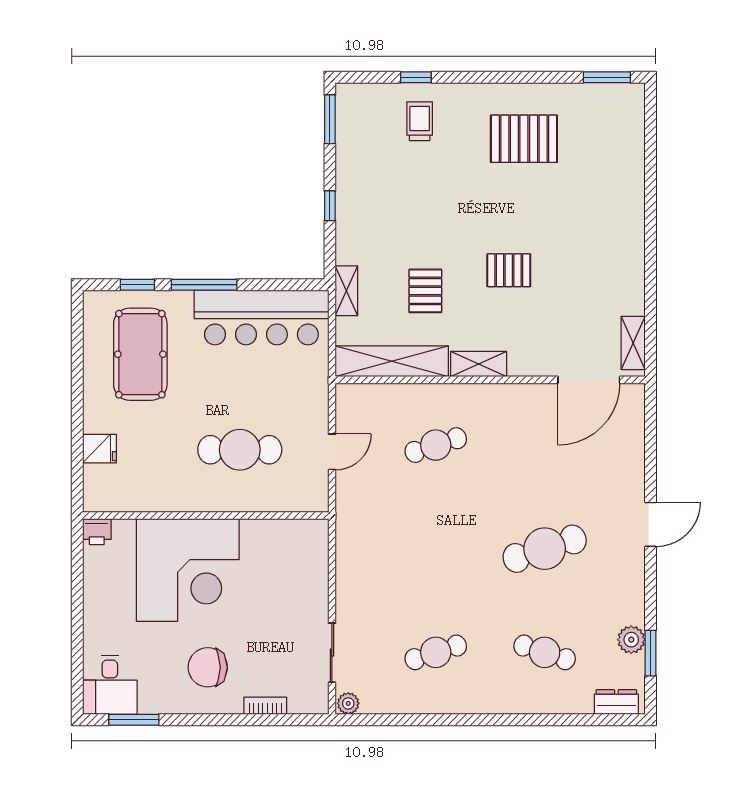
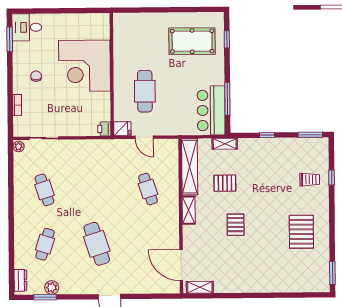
window: (204, 285) -> (227, 99), moved
bar counter: (261, 317) -> (211, 110), width x0.73
fridge: (100, 449) -> (122, 129), moved, turned -90
printer: (97, 532) -> (104, 129), moved
chair: (208, 667) -> (36, 76), width x0.54, depth x0.54

